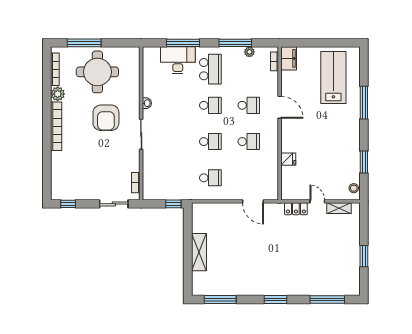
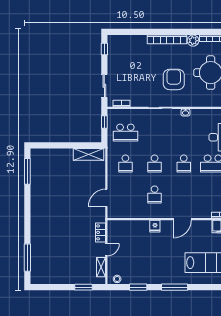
window: (364, 103) -> (174, 287), moved
school desk: (249, 105) -> (125, 133), moved, width x1.85
armchair: (106, 118) -> (174, 79), turned 90
fridge: (288, 159) -> (155, 226), moved
window: (173, 204) -> (104, 122), moved
shelving: (199, 252) -> (89, 154), moved
window: (364, 256) -> (83, 287), moved
window: (275, 300) -> (27, 216), removed

